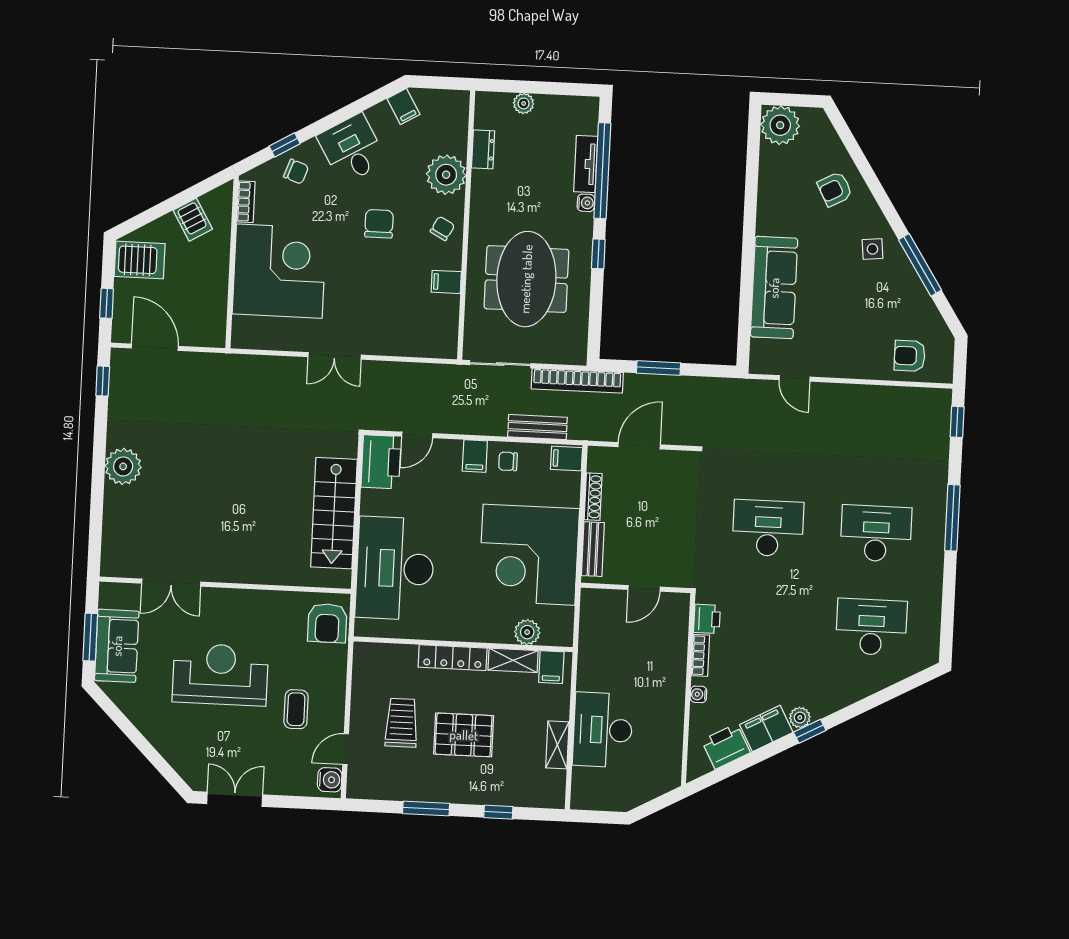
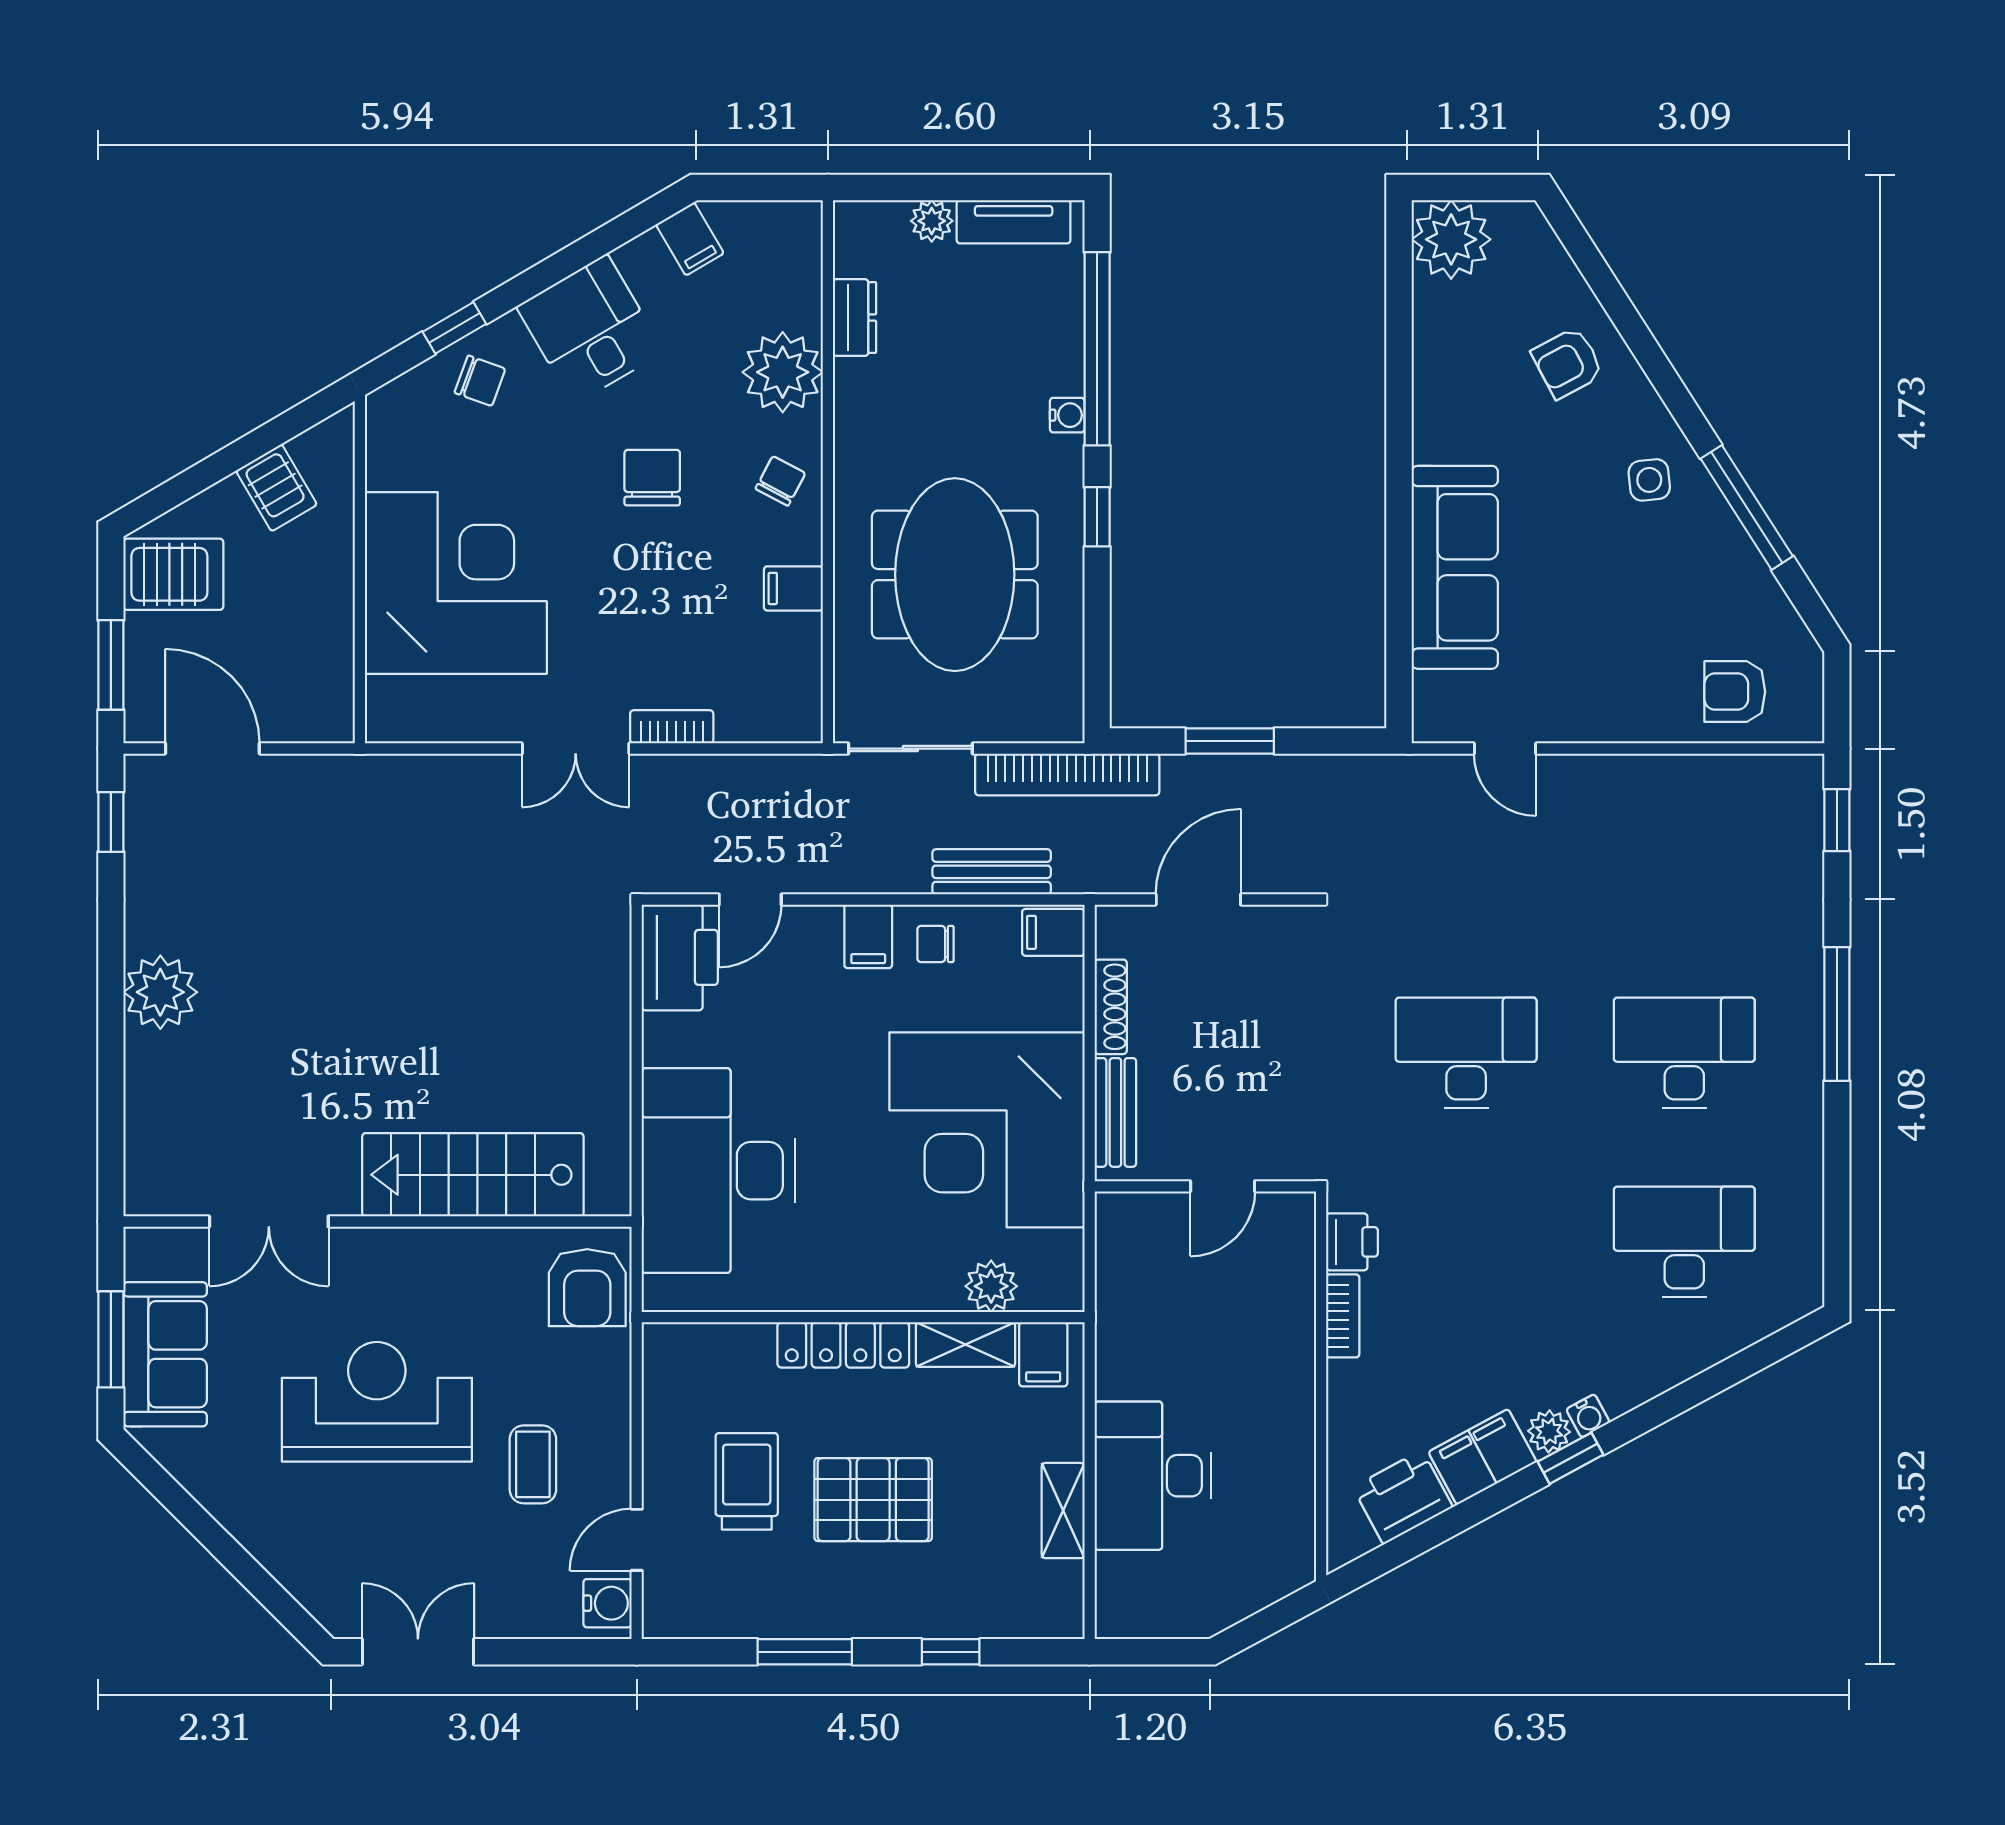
tv unit: (586, 164) -> (1014, 222), moved, turned -90
bookcase: (246, 202) -> (672, 727), moved, turned -90
window: (107, 303) -> (111, 665), width x1.50
stairs: (334, 513) -> (473, 1175), moved, turned 90
water cooler: (698, 694) -> (1588, 1416), moved, turned -118

